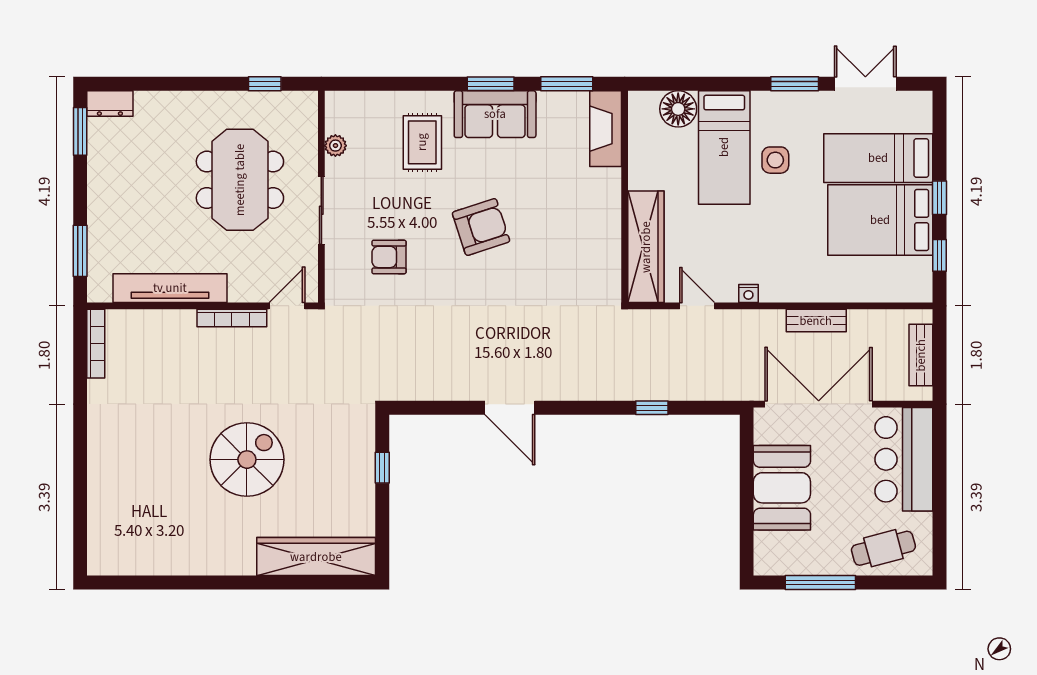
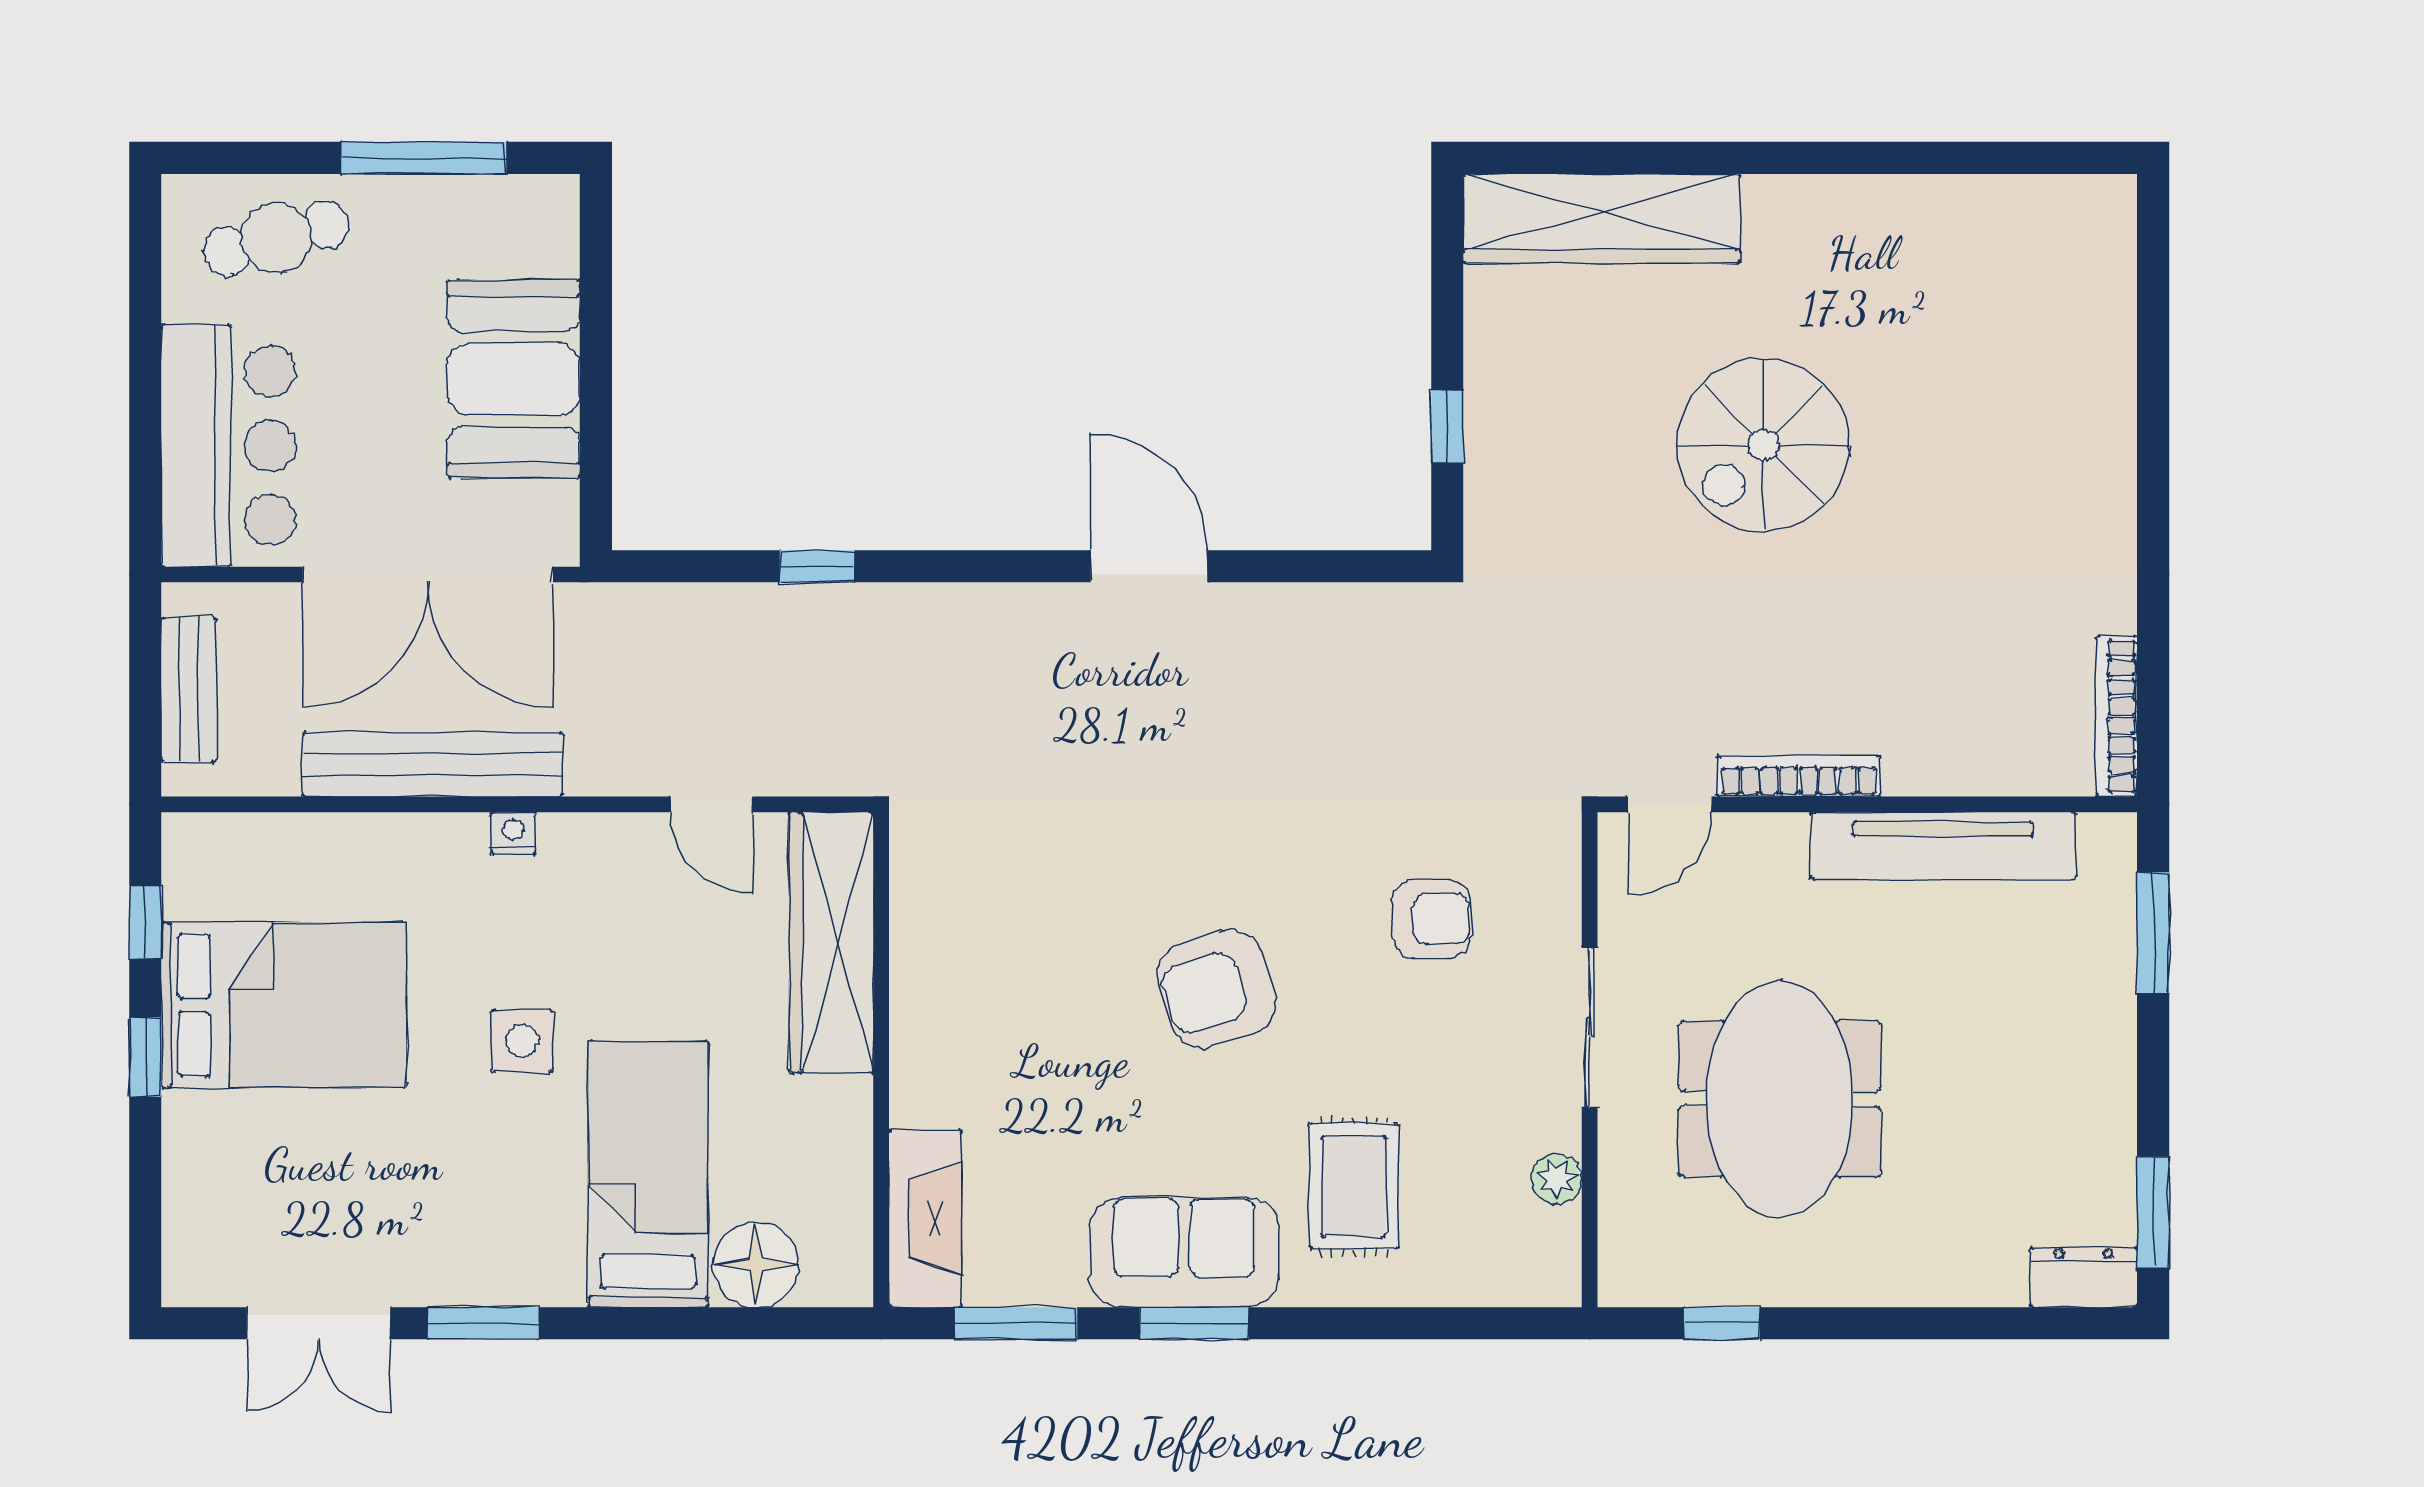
bed: (878, 158) -> (288, 1150), removed
side table: (775, 160) -> (522, 1041), moved
nightstand: (748, 293) -> (513, 833), moved
bench: (816, 321) -> (433, 764), width x1.86, depth x1.21

